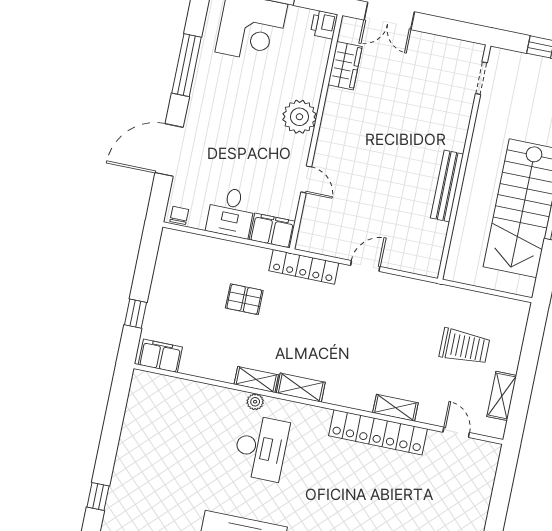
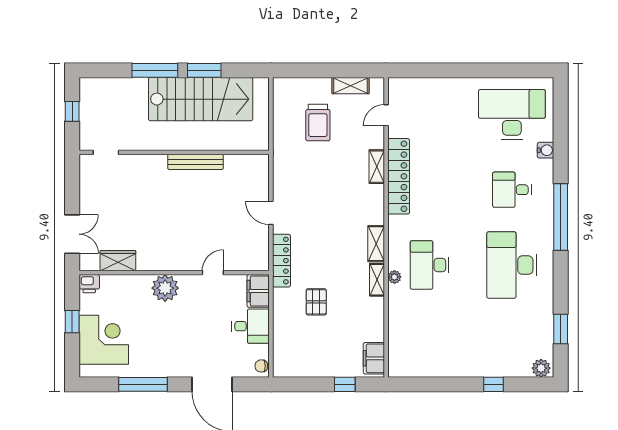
trolley: (464, 347) -> (318, 123), turned 180
desk: (261, 448) -> (430, 265), turned -90

